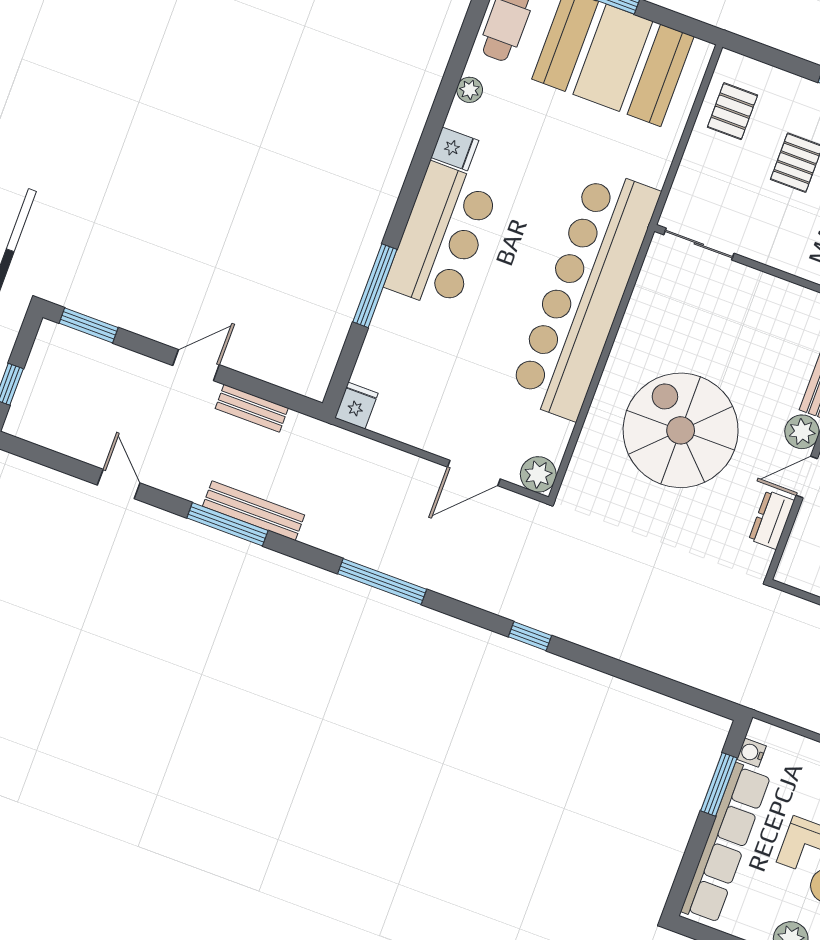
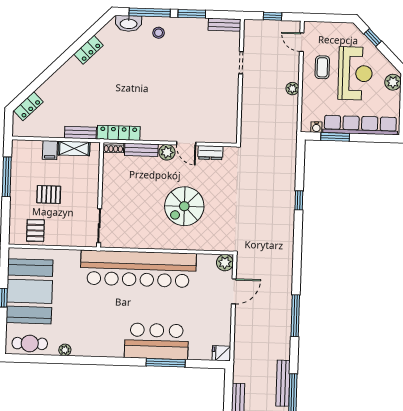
pallet: (732, 111) -> (35, 230), turned 90
fridge: (455, 149) -> (93, 348), removed
bar counter: (442, 237) -> (156, 341), moved
spiral stairs: (681, 430) -> (184, 206), width x0.73, depth x0.73
door: (474, 473) -> (234, 291), hinge flipped
window: (530, 636) -> (299, 200), moved

